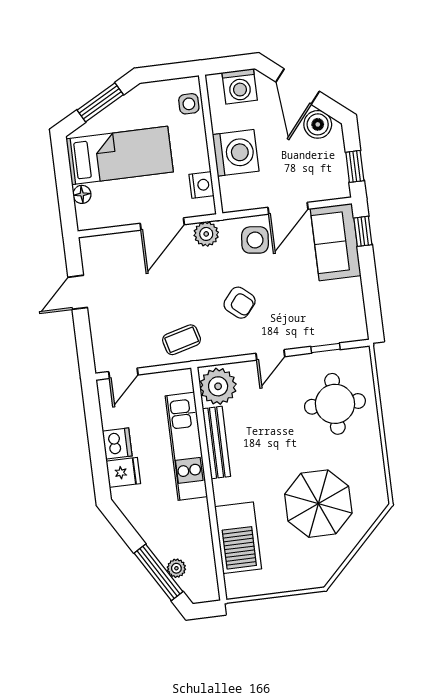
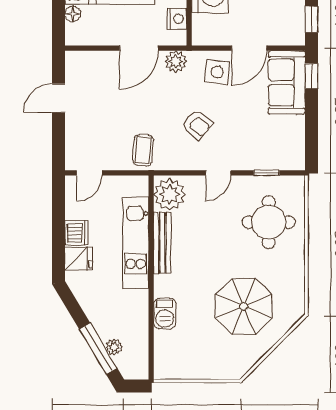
coffee table: (182, 340) -> (143, 150), turned -71
barbecue: (238, 538) -> (165, 314), width x0.53, depth x0.65

